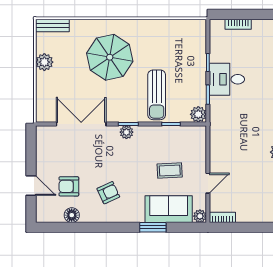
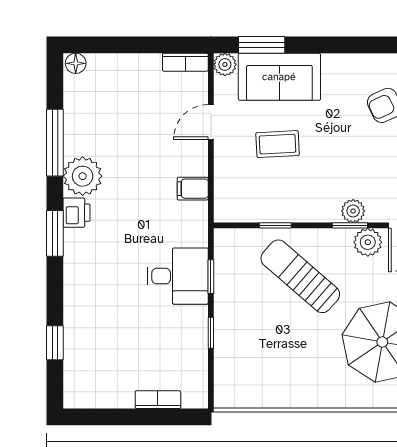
desk: (227, 79) -> (178, 276), moved
sun lounger: (157, 95) -> (300, 276), turned -49
plant: (198, 114) -> (368, 242), moved
filing cabinet: (218, 145) -> (193, 189), added
window: (153, 227) -> (262, 45), moved

